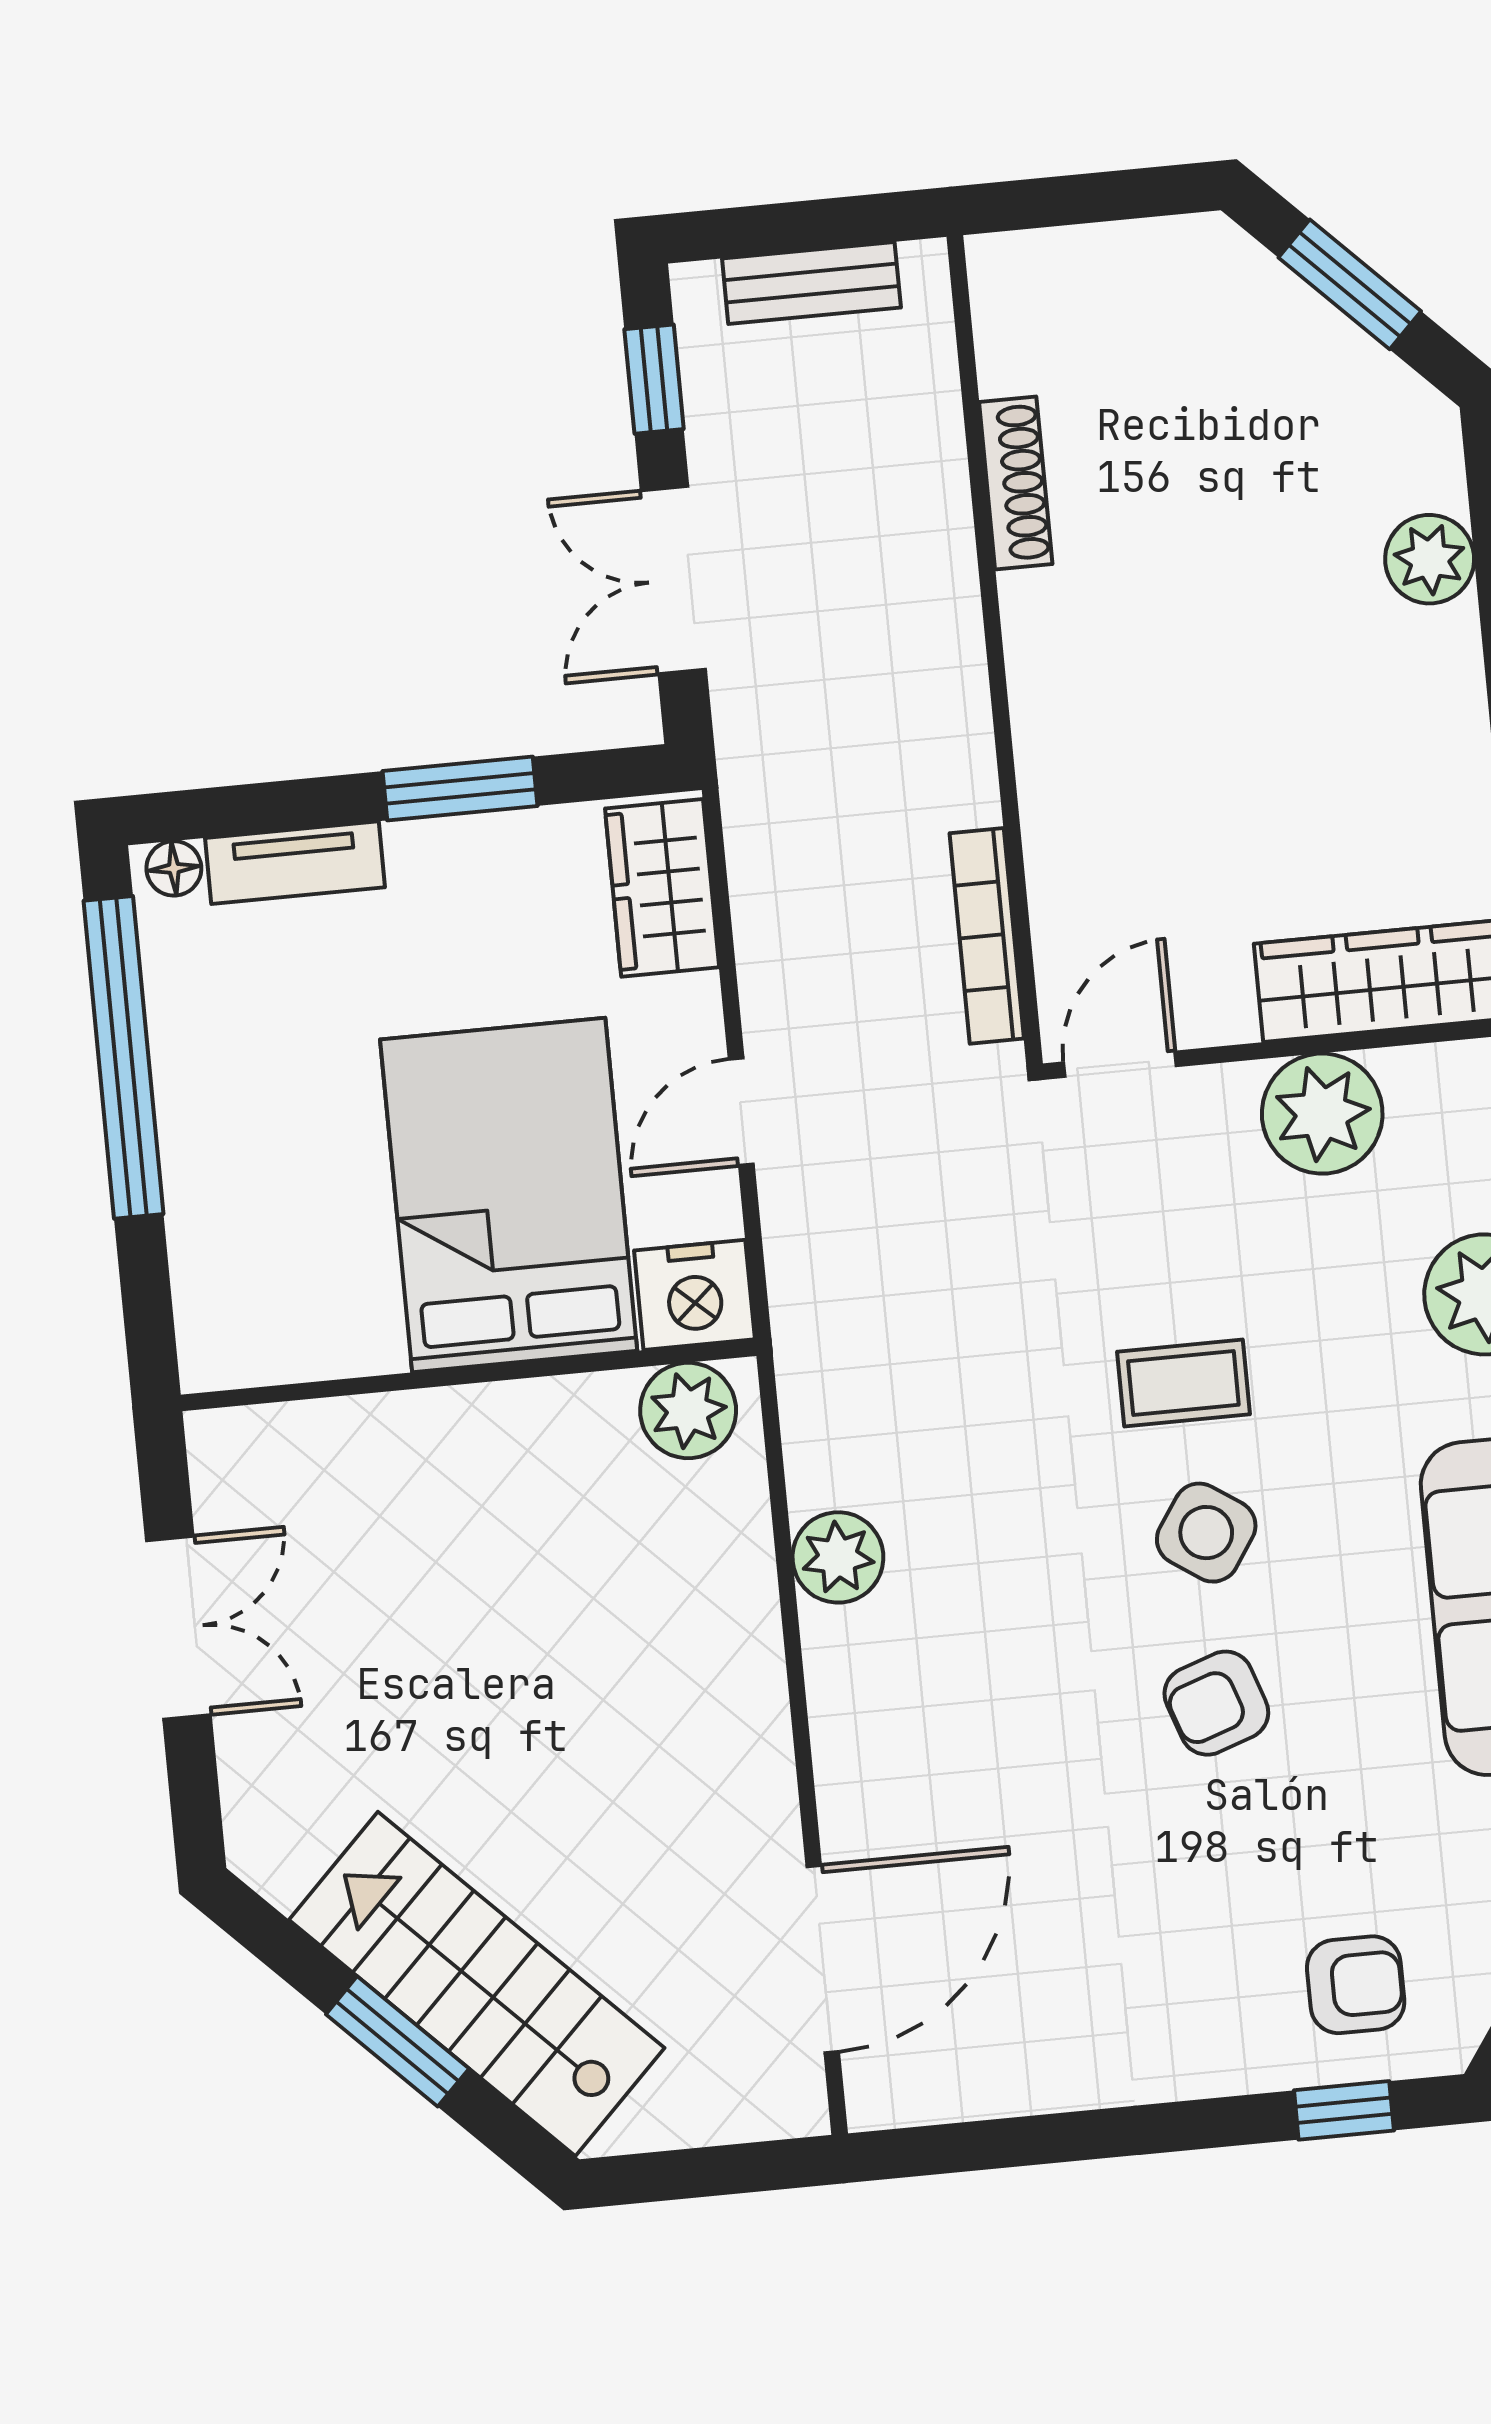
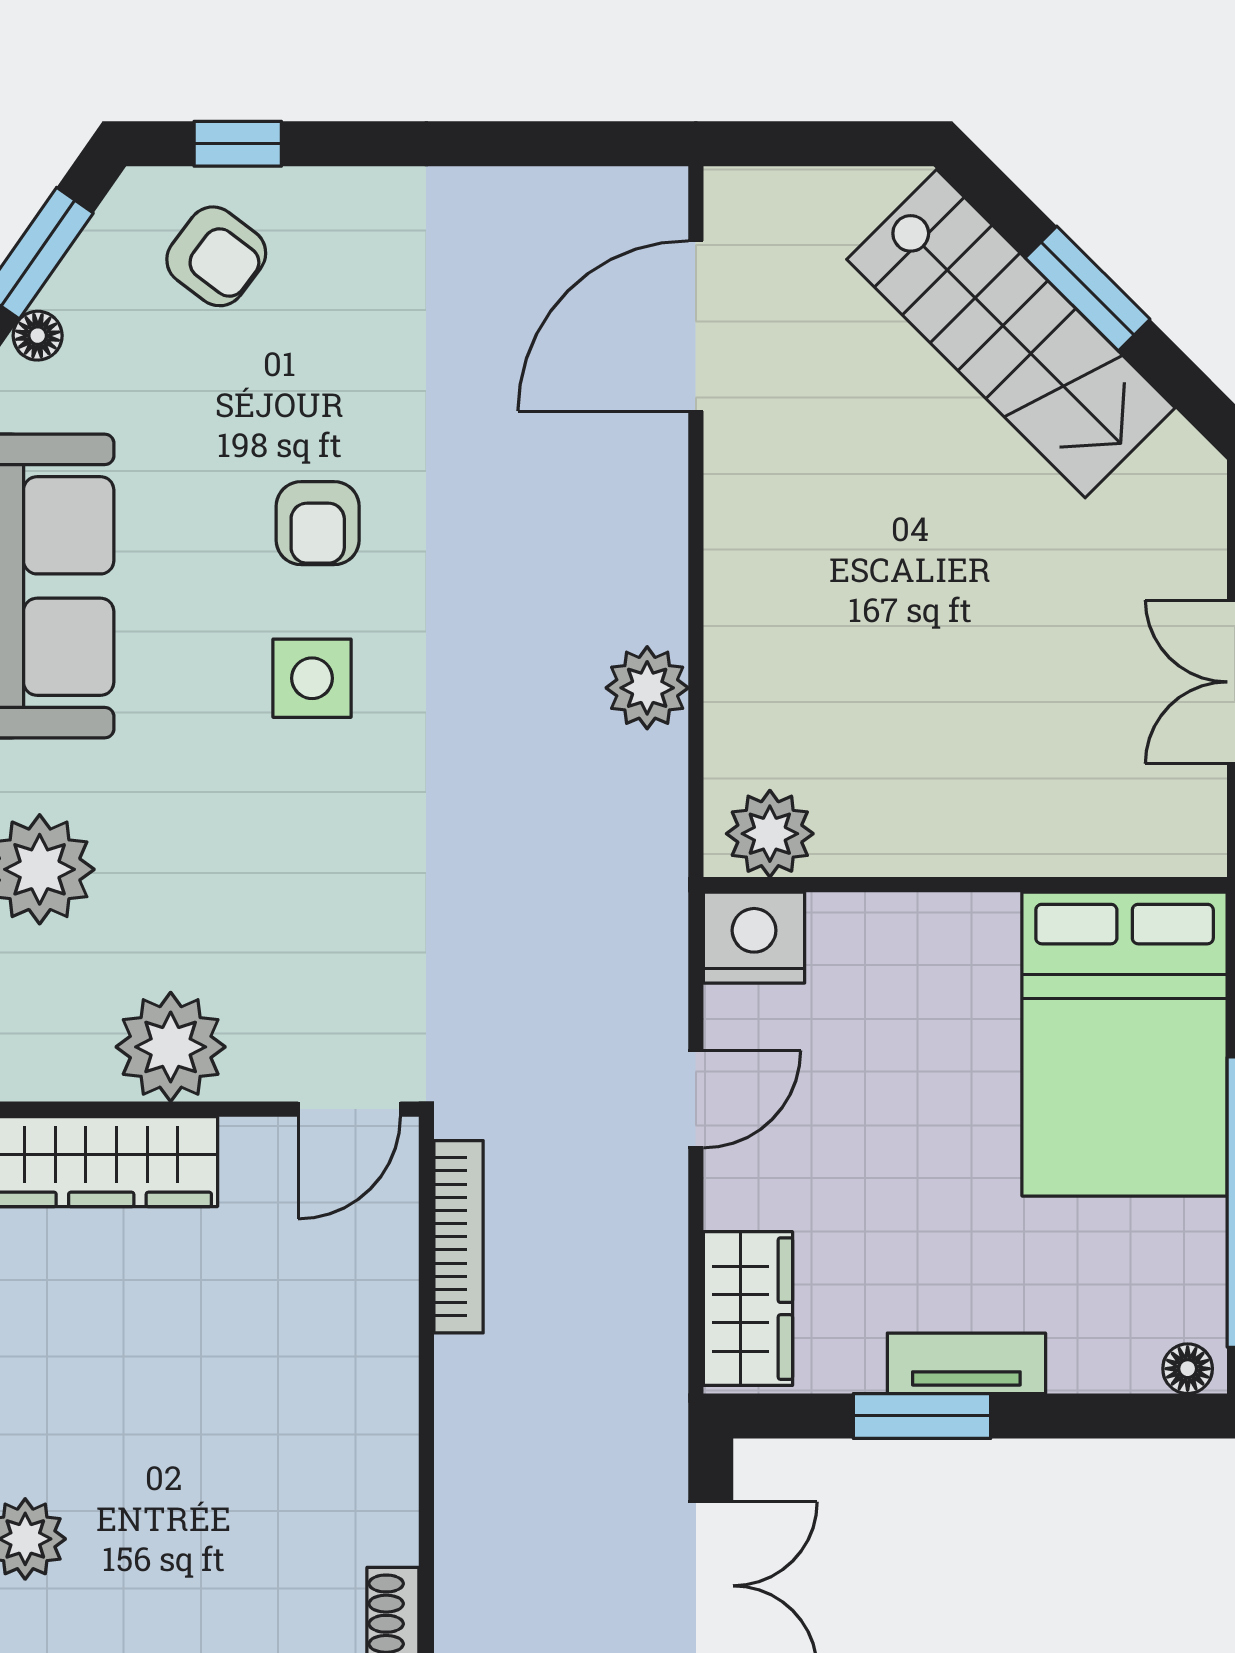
tv unit: (295, 863) -> (966, 1363), moved
bed: (509, 1195) -> (1125, 1044), moved
coffee table: (1183, 1383) -> (320, 815), removed
side table: (1206, 1533) -> (312, 678), turned -34
armchair: (1216, 1703) -> (318, 523), turned 109
armchair: (1356, 1985) -> (216, 256), turned -143

